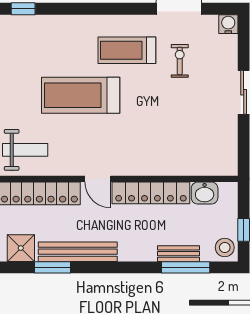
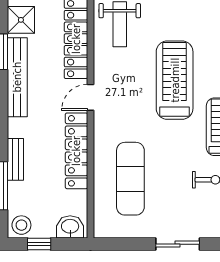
exercise mat: (179, 139) -> (130, 179), added
washbasin: (205, 193) -> (70, 227), moved, turned 90
bench: (179, 254) -> (15, 159), moved

